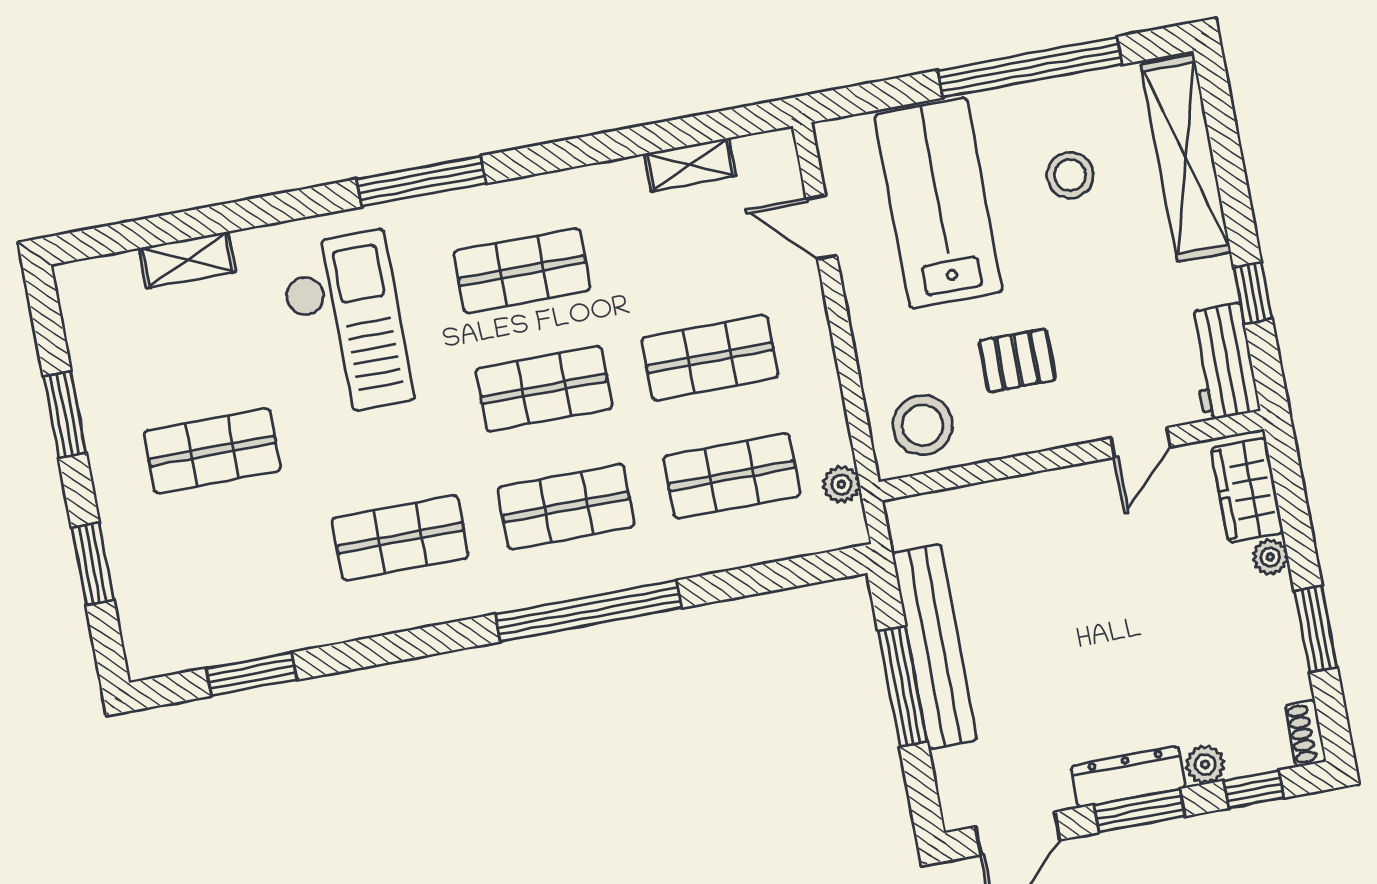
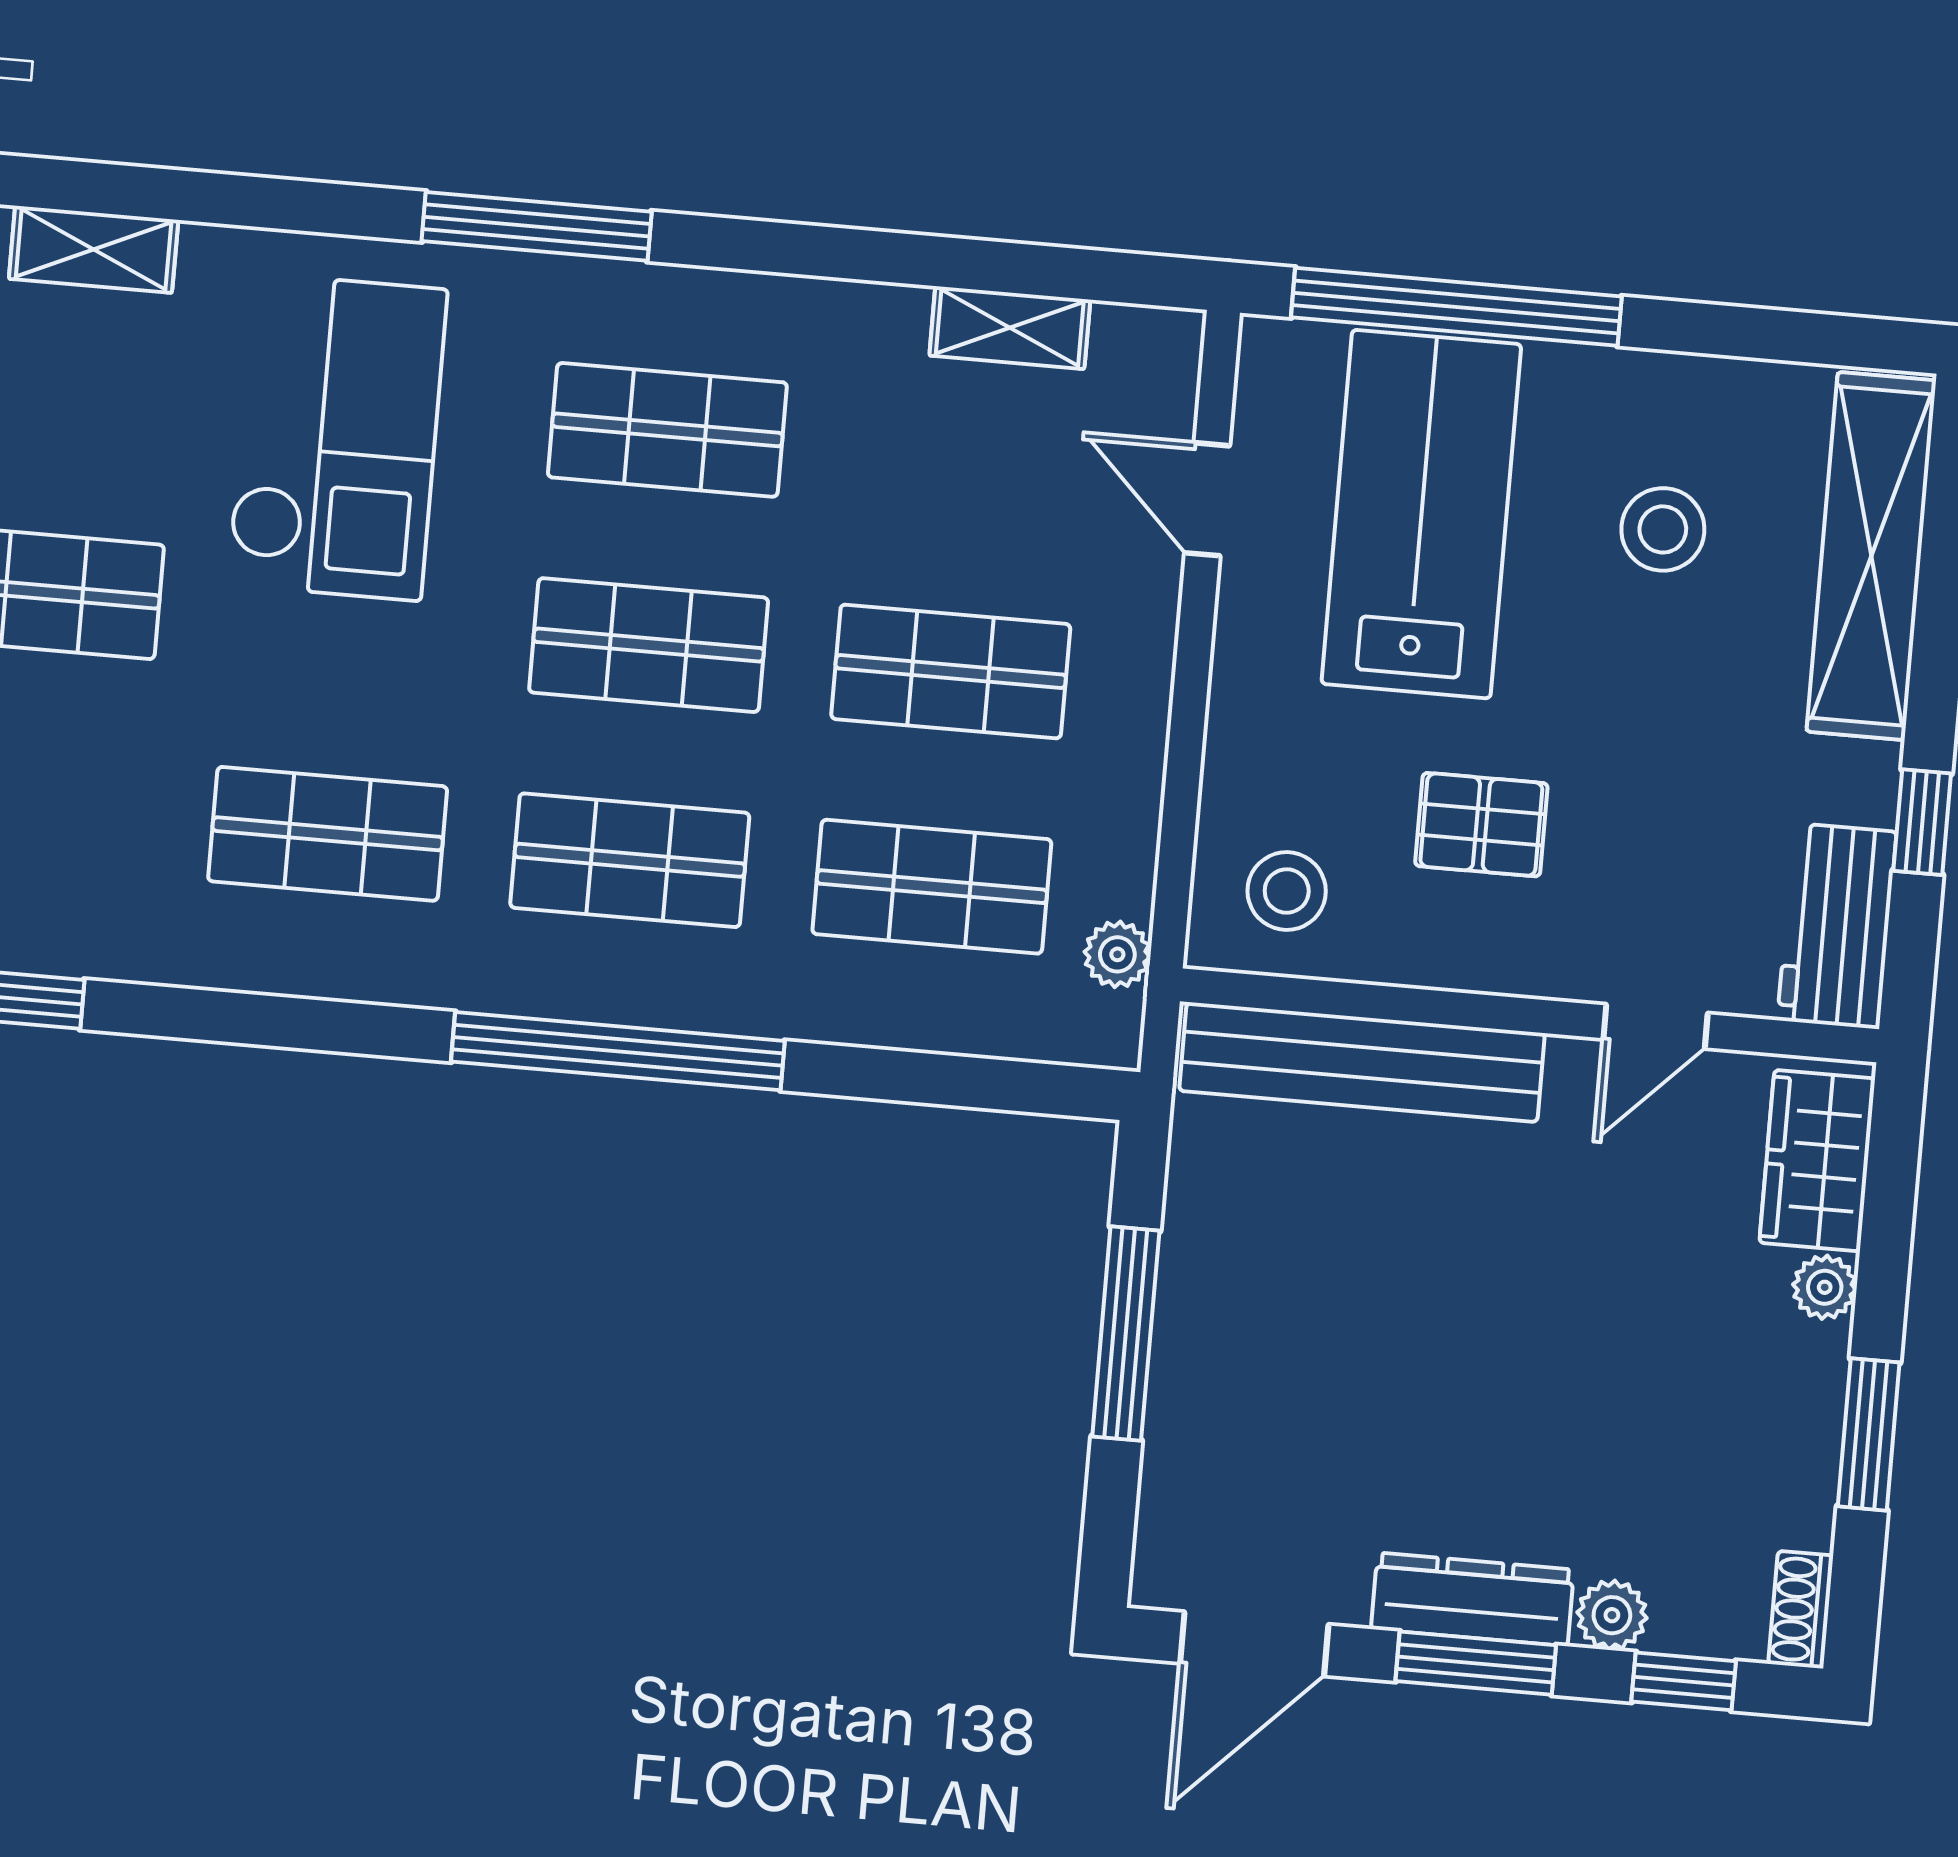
window: (1030, 67) -> (1456, 307), moved
stool: (923, 425) -> (1287, 891), width x0.73, depth x0.73
bench: (935, 647) -> (1362, 1062), moved, turned 90

